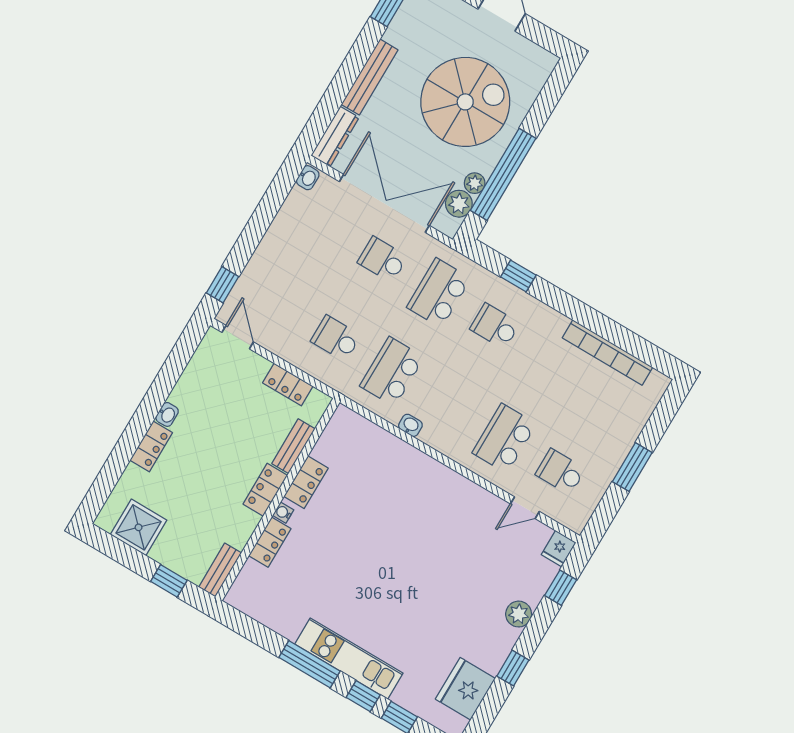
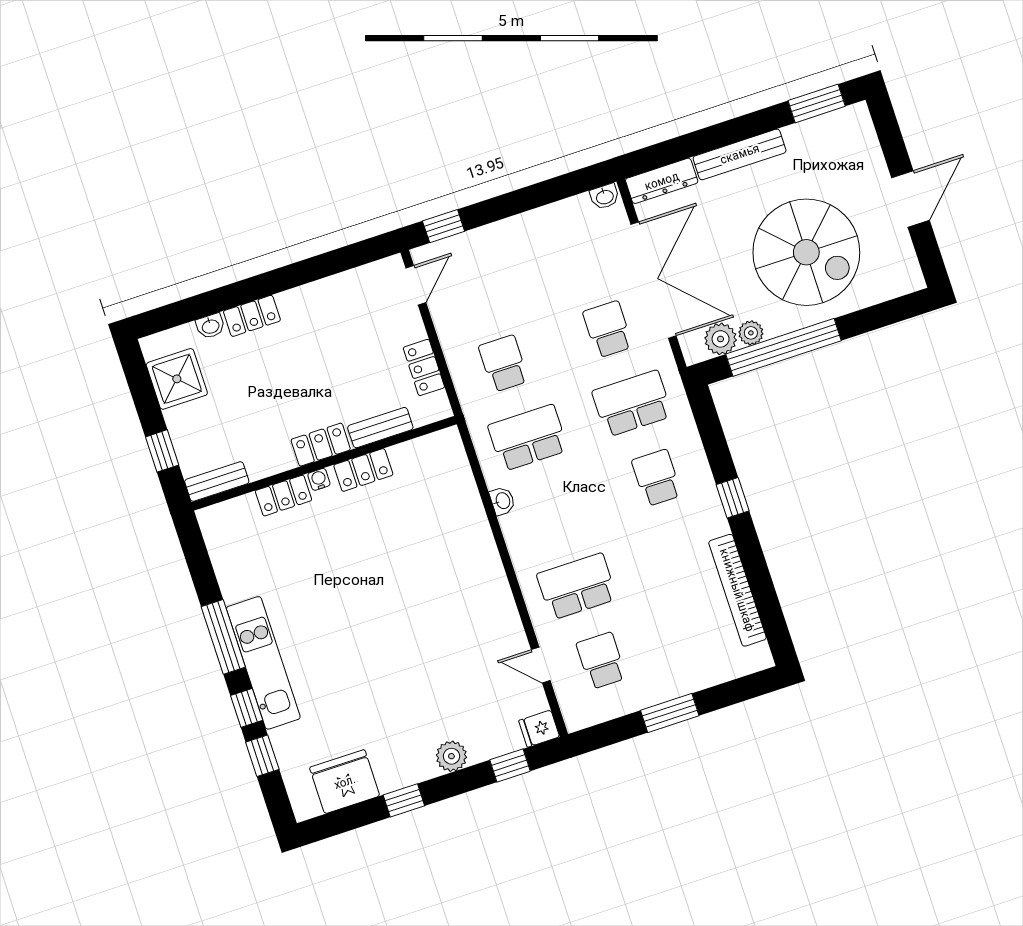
window: (518, 276) -> (733, 498), moved
washbasin: (167, 414) -> (210, 326), moved

